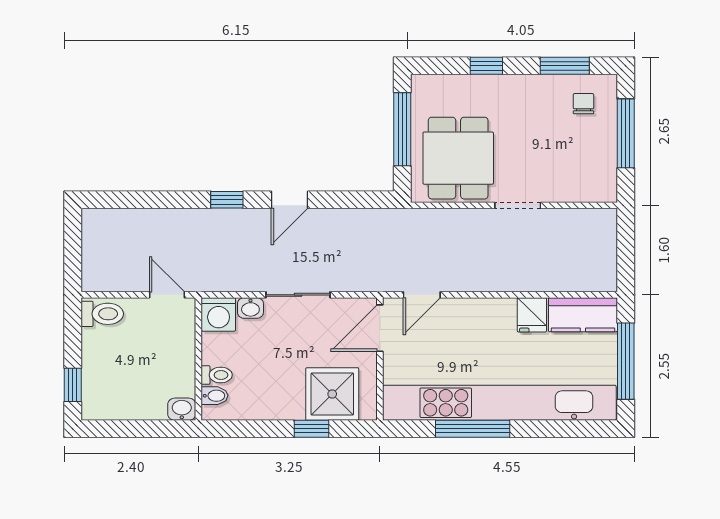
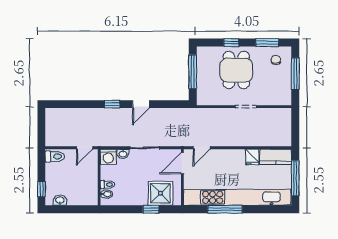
dining table: (458, 158) -> (236, 70), moved
door: (167, 295) -> (85, 148), swing flipped
washbasin: (182, 409) -> (60, 200), moved

